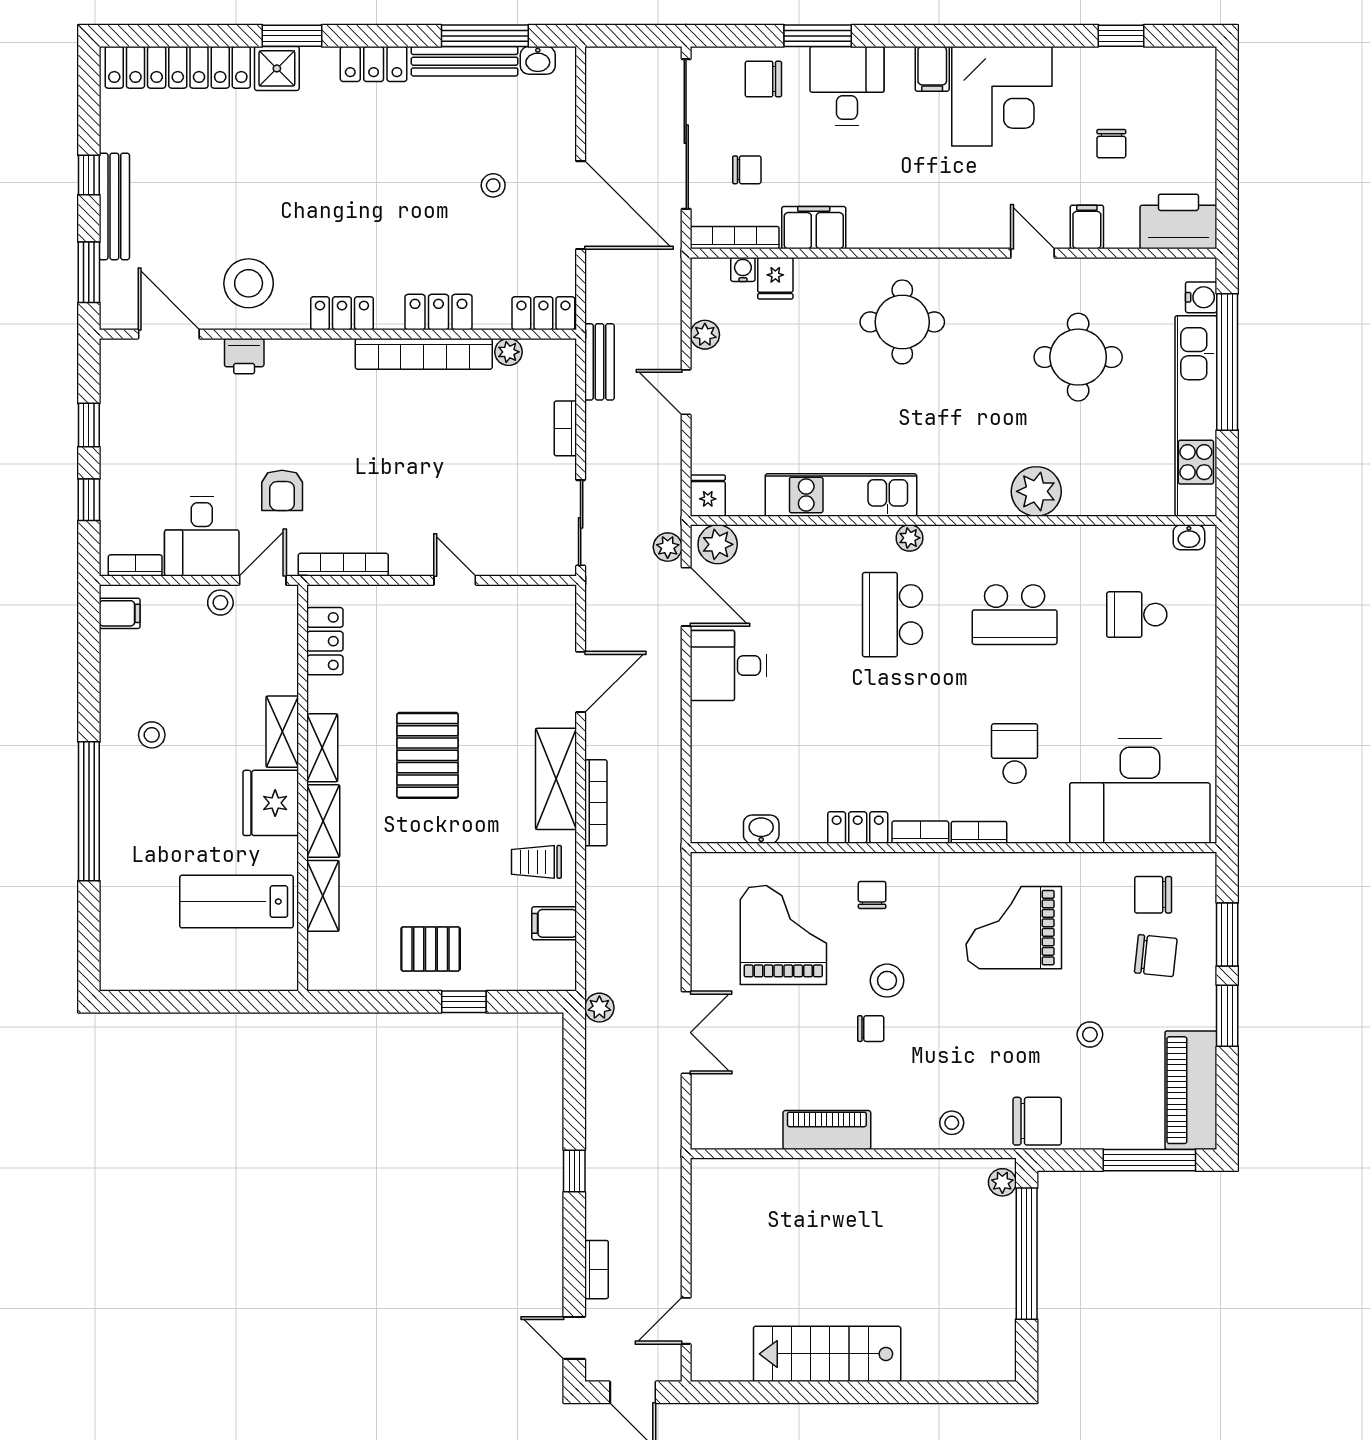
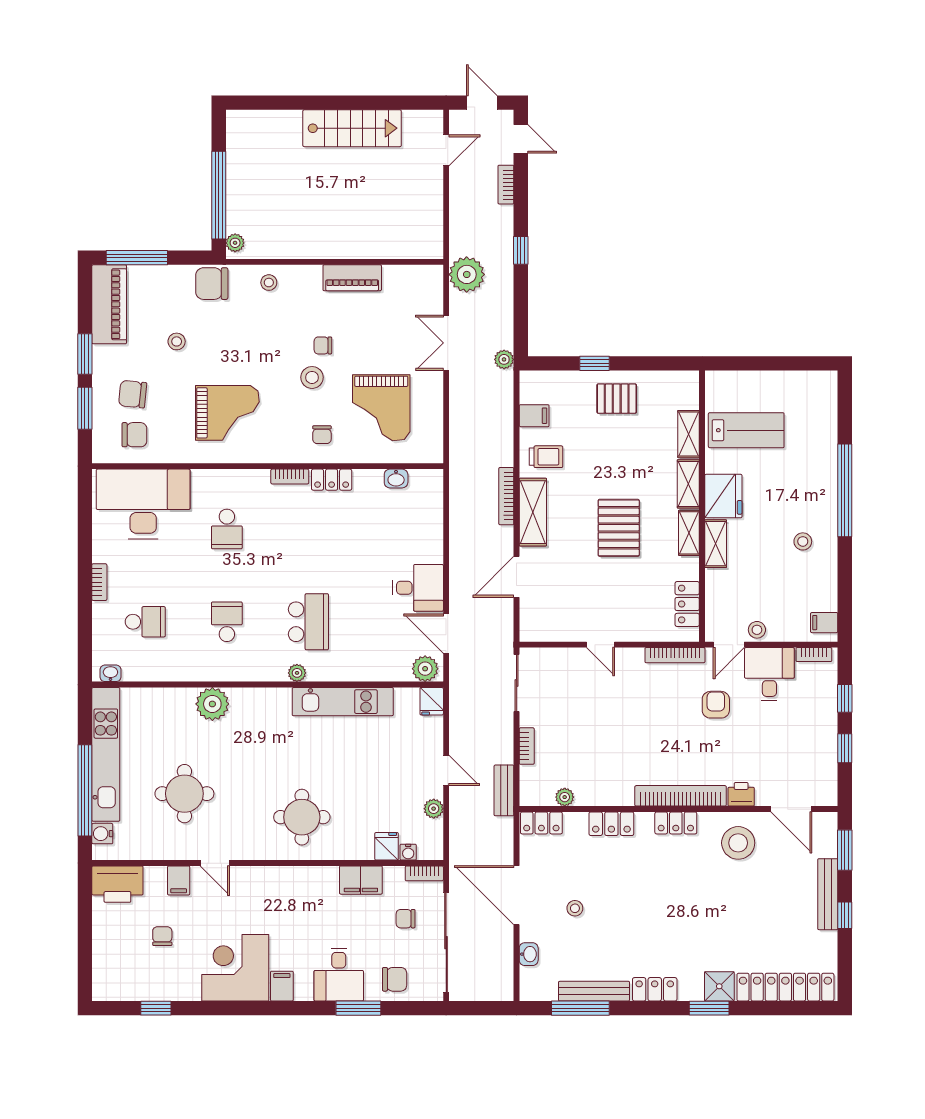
washbasin: (538, 60) -> (529, 954), moved, turned 90
bookcase: (735, 238) -> (424, 873), width x0.64
bookcase: (424, 354) -> (681, 796), moved
plant: (668, 547) -> (467, 274), moved, width x1.87, depth x1.87
school desk: (1015, 615) -> (227, 622), width x0.54
bookcase: (979, 832) -> (99, 582), moved, turned -90

